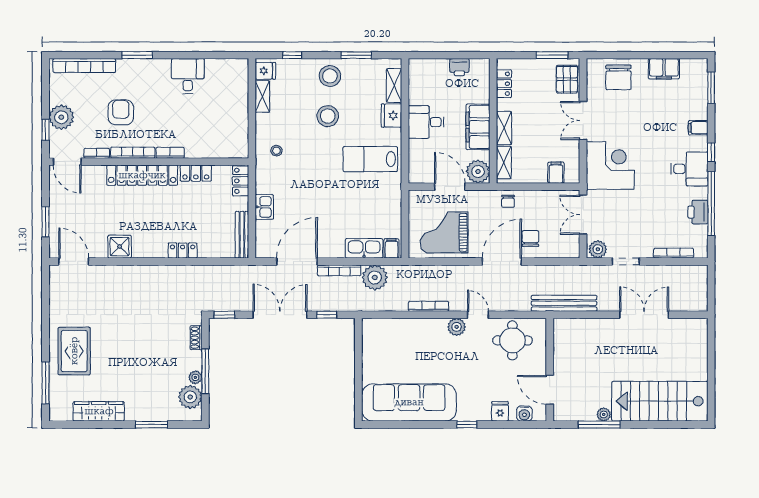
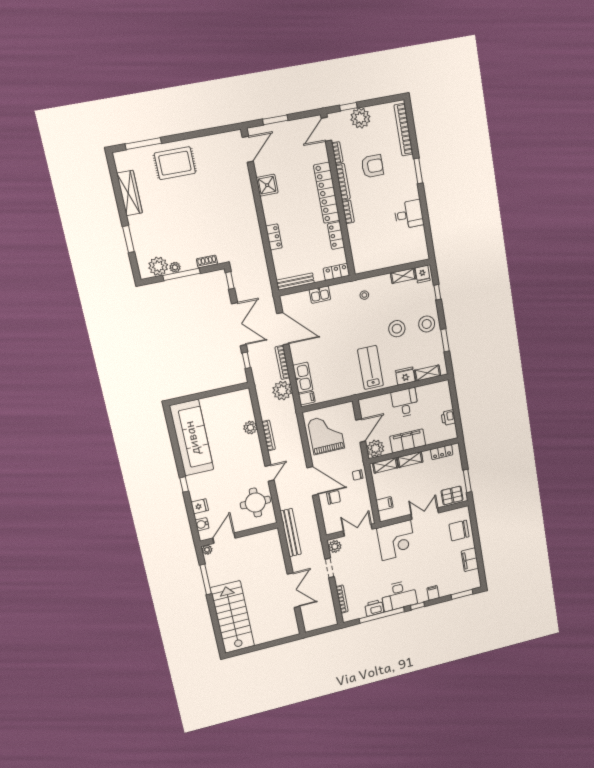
desk: (689, 169) -> (399, 596), width x1.37
plant: (457, 327) -> (250, 428), moved
plant: (604, 414) -> (207, 550), moved

